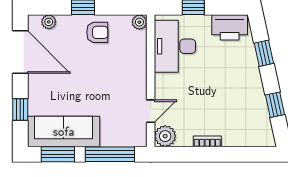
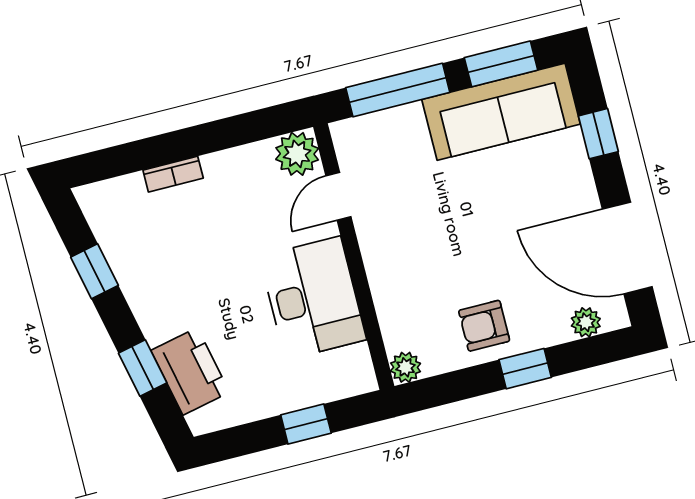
printer: (230, 27) -> (190, 371), moved, turned 78
desk: (175, 46) -> (313, 298), moved
bookcase: (207, 141) -> (173, 174), moved

